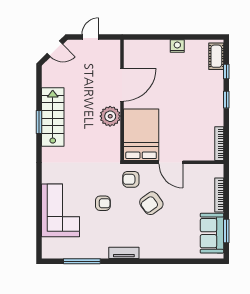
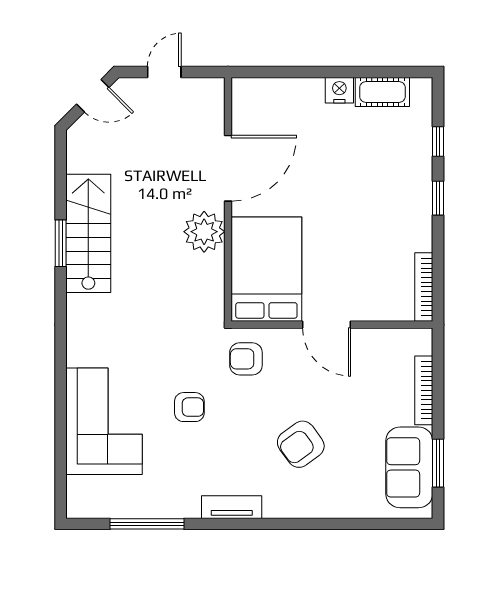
cot: (216, 56) -> (382, 92), moved, turned 90
armchair: (151, 203) -> (301, 444), moved

